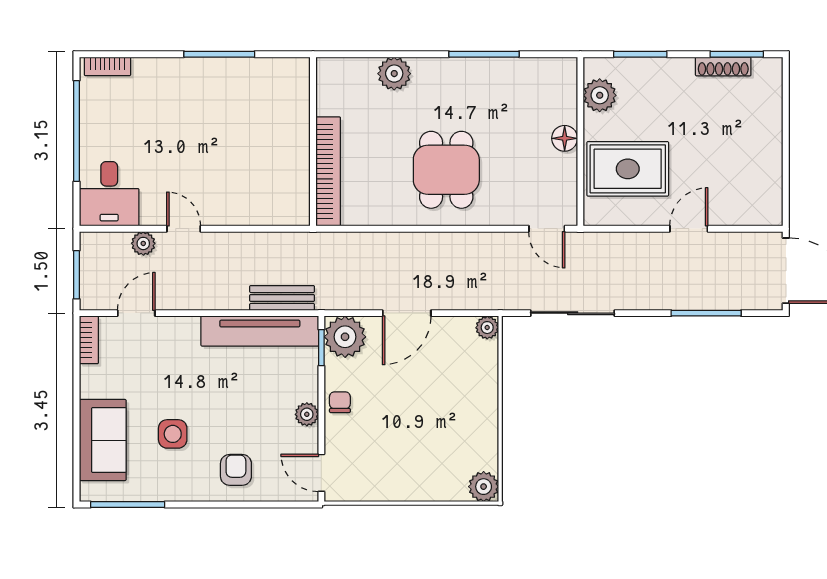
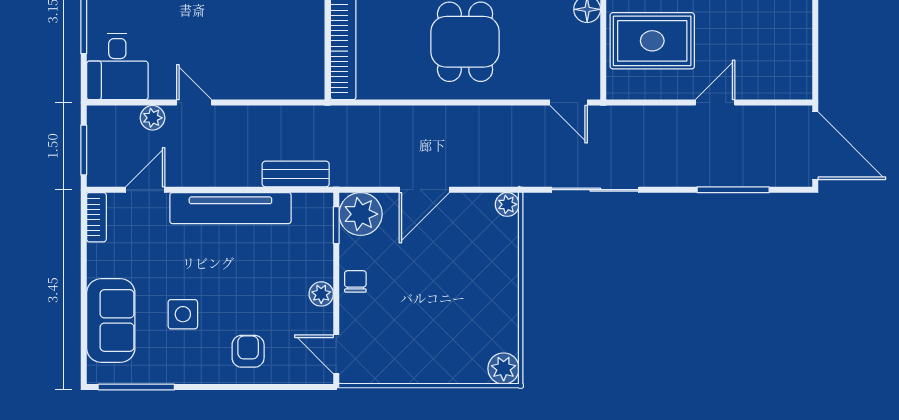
tv unit: (260, 331) -> (230, 208), moved

